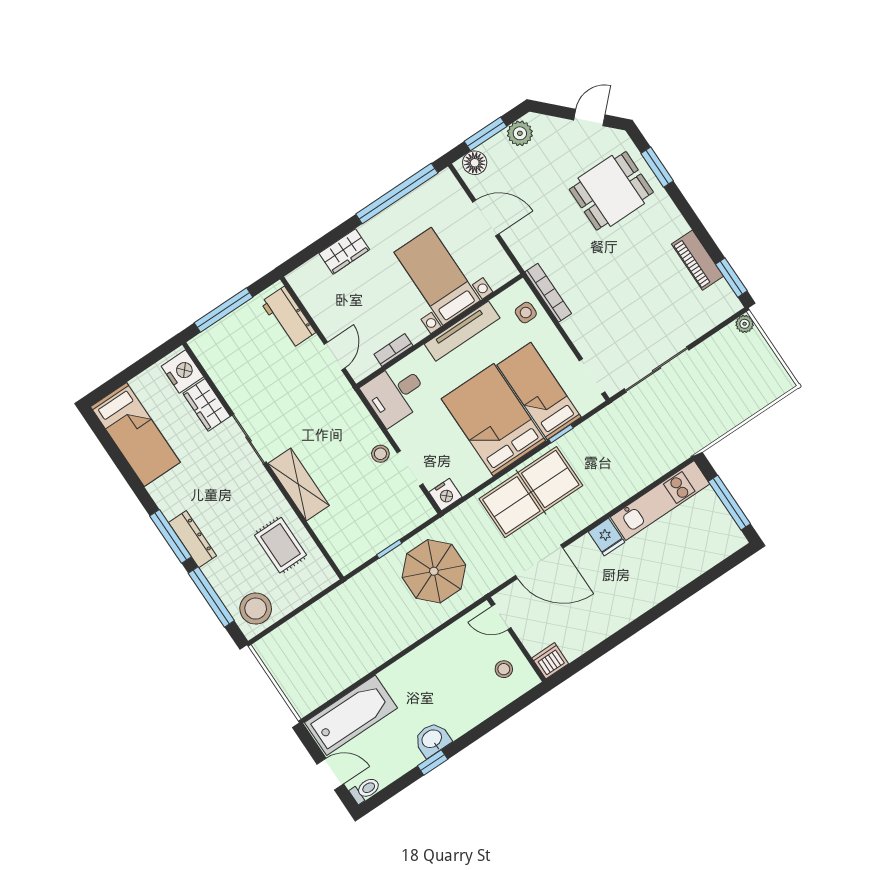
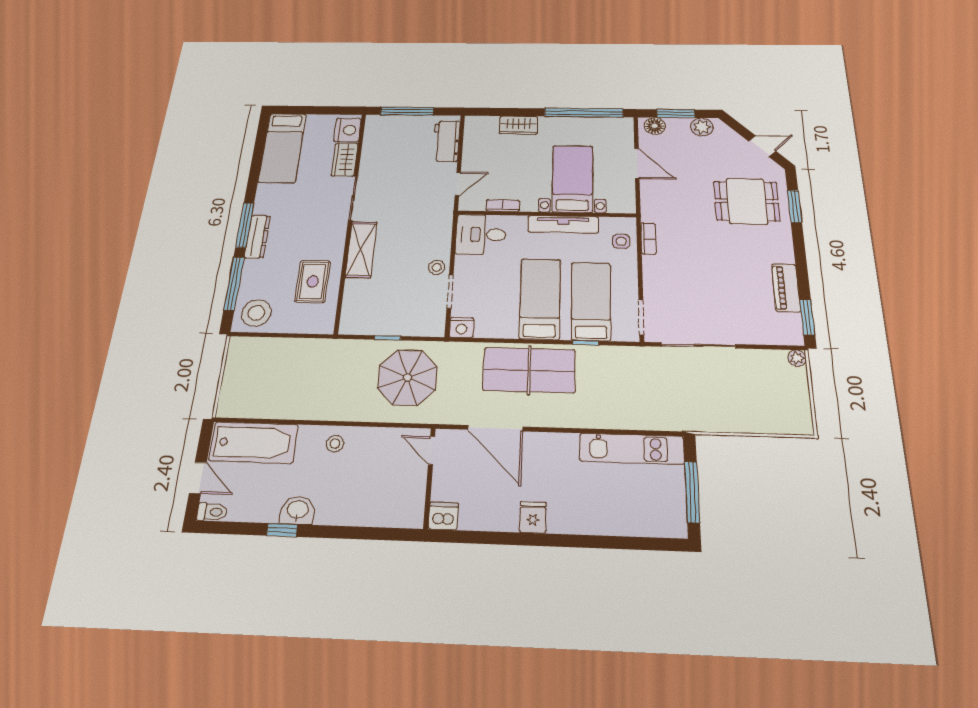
bookcase: (548, 293) -> (648, 239), width x0.64
bed: (493, 420) -> (540, 299), width x0.67
fridge: (606, 537) -> (533, 517), moved, turned 180
stool: (504, 669) -> (335, 444), moved

